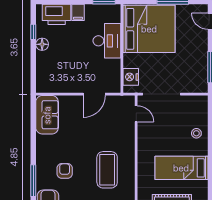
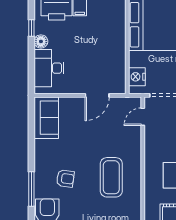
desk: (107, 41) -> (49, 68), moved, turned 180
door: (136, 114) -> (143, 117), swing flipped
armchair: (65, 171) -> (65, 178), turned 98

